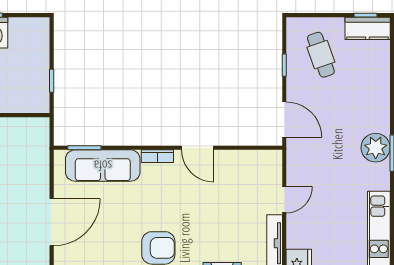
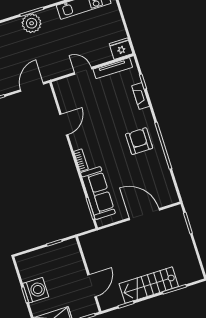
door: (198, 148) -> (64, 124), moved

